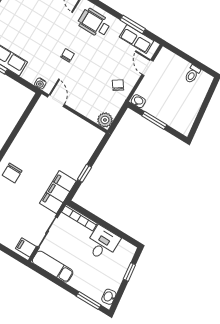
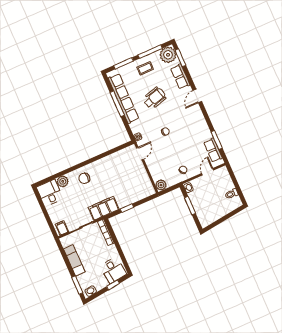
wheelchair: (94, 23) -> (154, 98), moved, turned 74
desk: (102, 243) -> (113, 270), moved, turned 83
exam couch: (53, 267) -> (74, 260), moved

